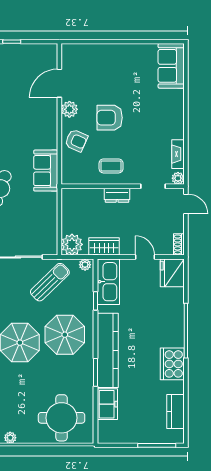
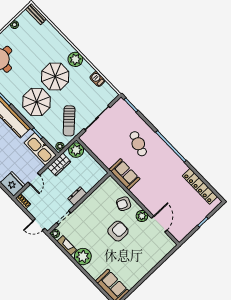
plant: (172, 126) -> (83, 257), added
coffee table: (111, 166) -> (94, 208), removed
door: (145, 257) -> (34, 179), hinge flipped

